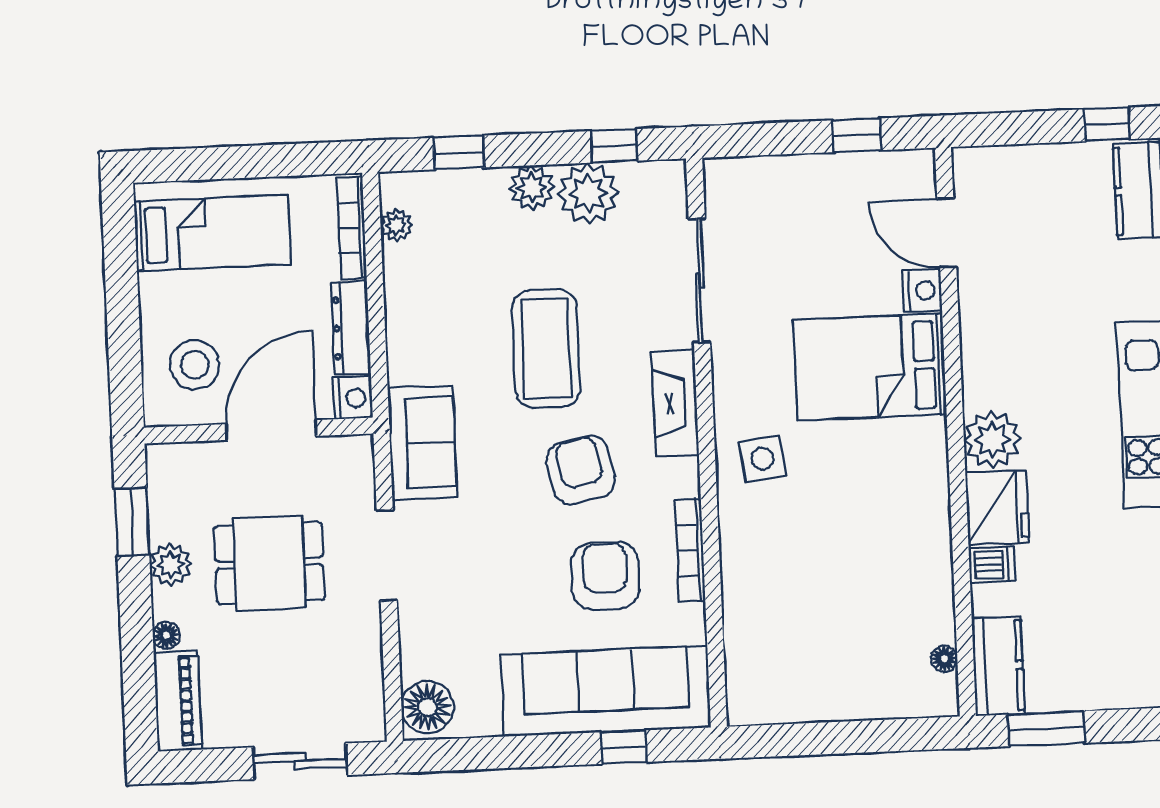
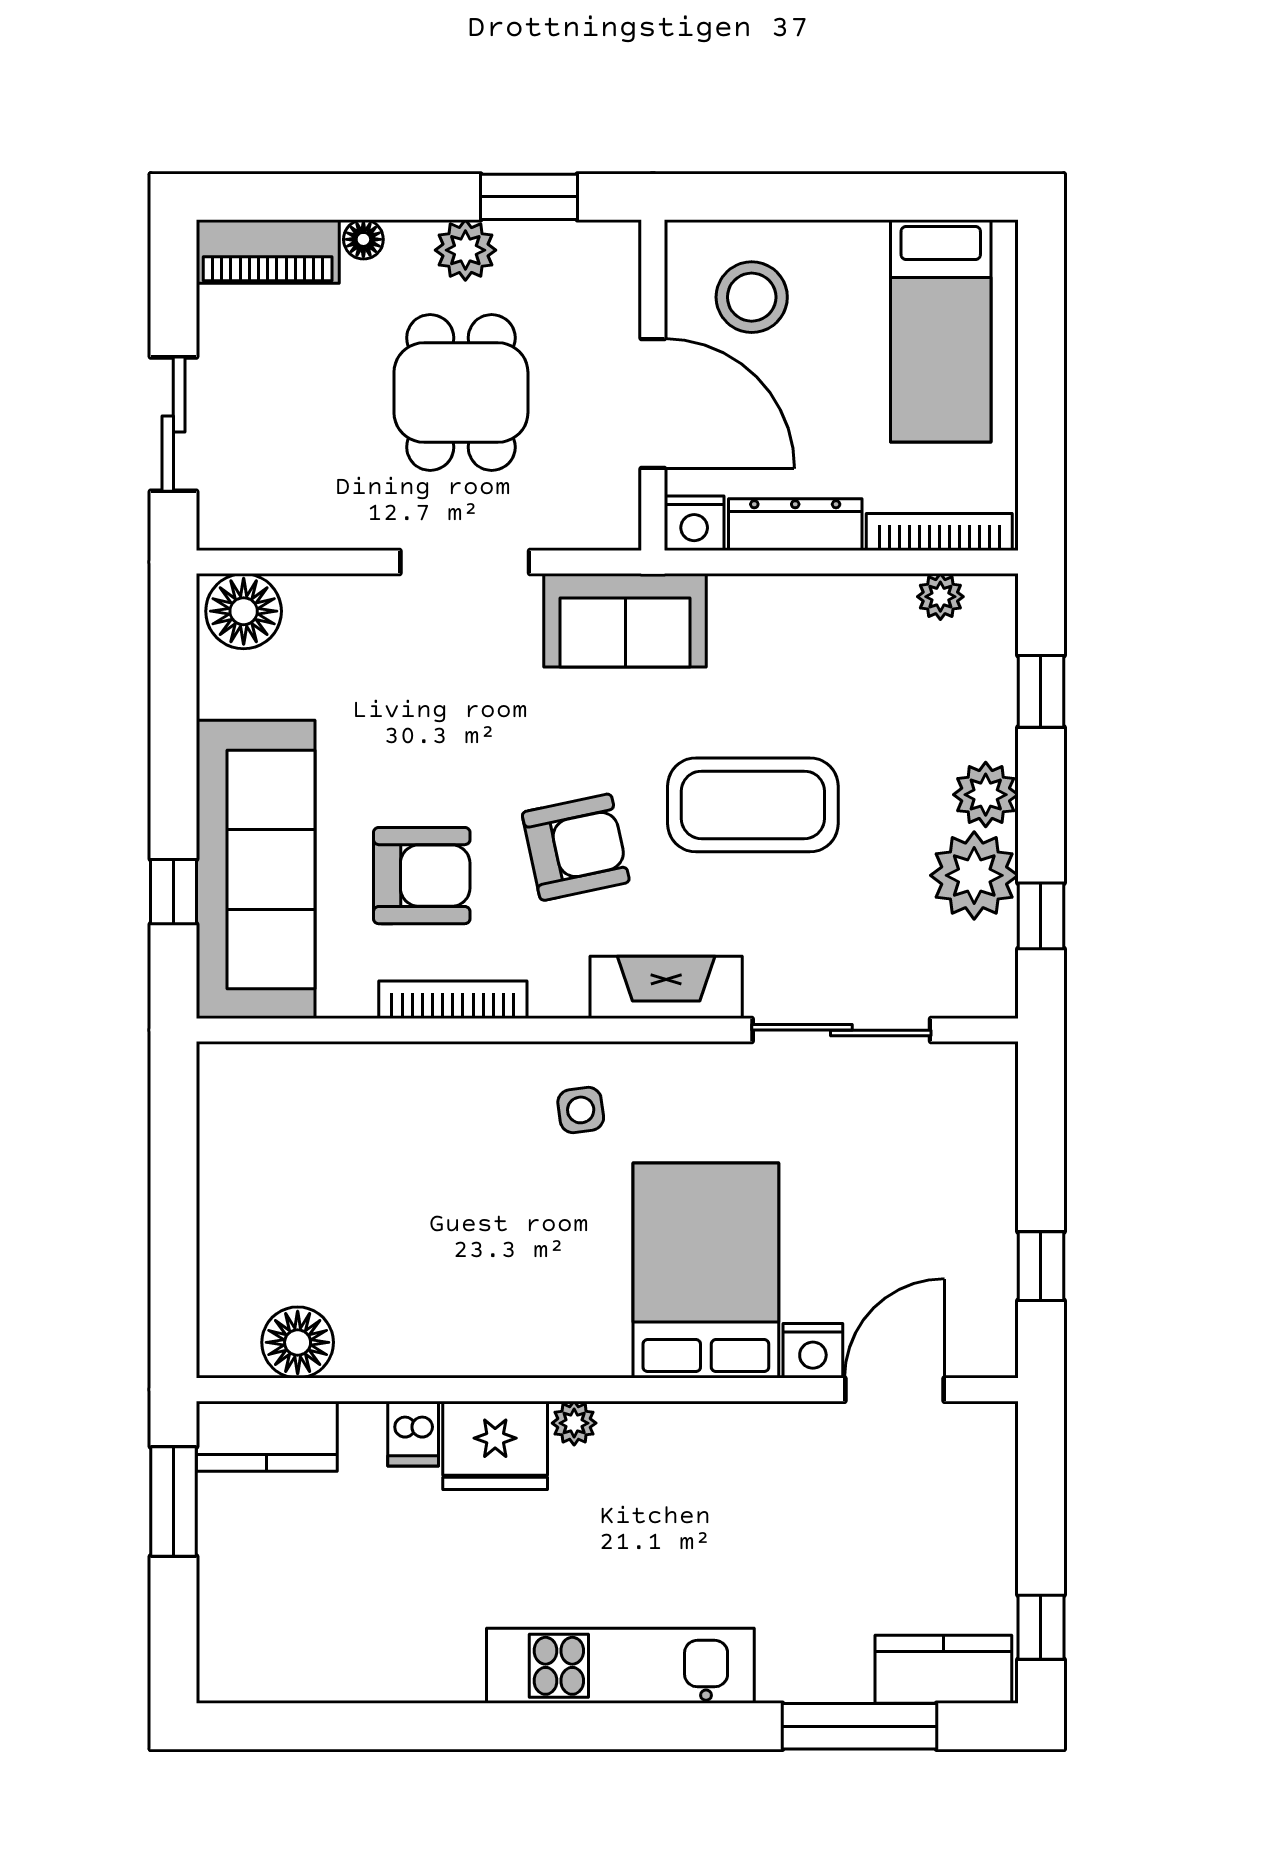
plant: (992, 440) -> (574, 1423), width x0.53, depth x0.53
side table: (763, 459) -> (581, 1110), width x0.73, depth x0.73
floor lamp: (944, 659) -> (298, 1342), width x1.89, depth x1.89

